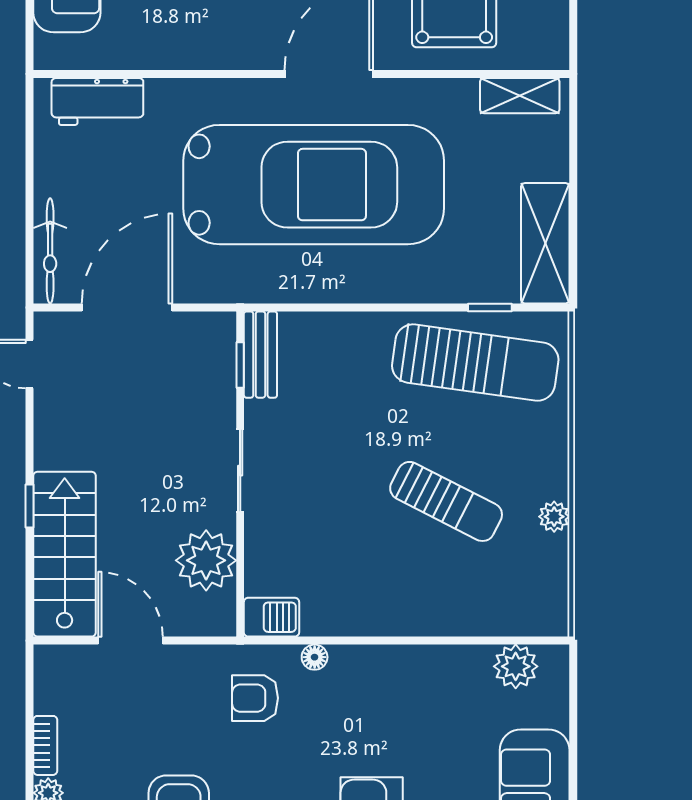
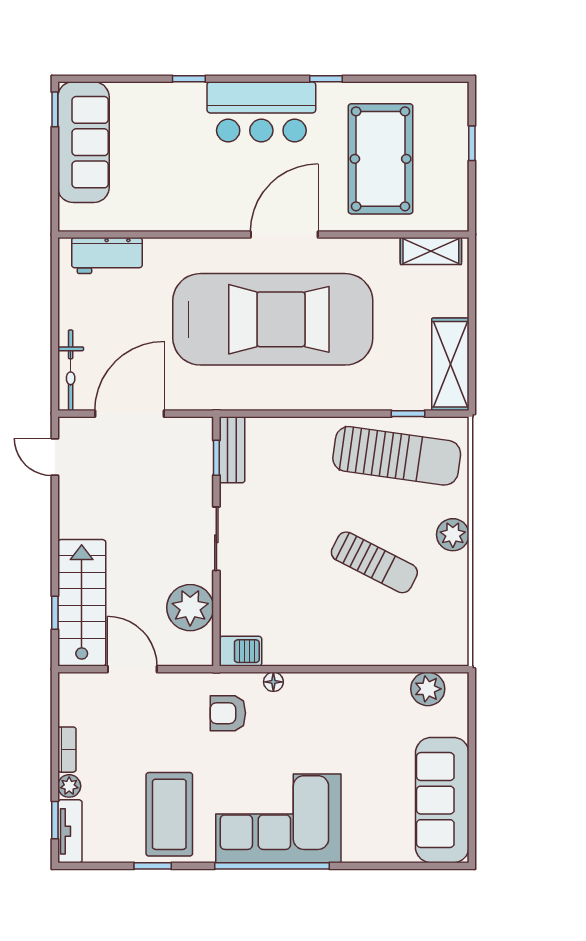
window: (30, 506) -> (55, 613), moved
plant: (554, 517) -> (453, 535), moved, width x1.38, depth x1.38

